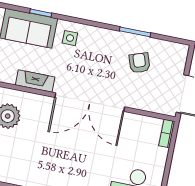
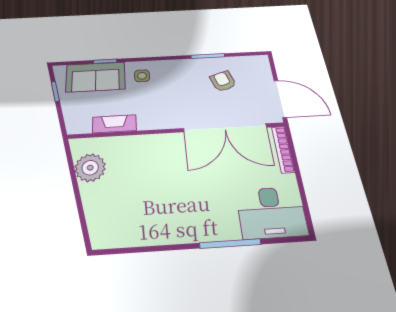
double door: (90, 102) -> (225, 128), moved
bookcase: (167, 134) -> (283, 149), width x1.56

